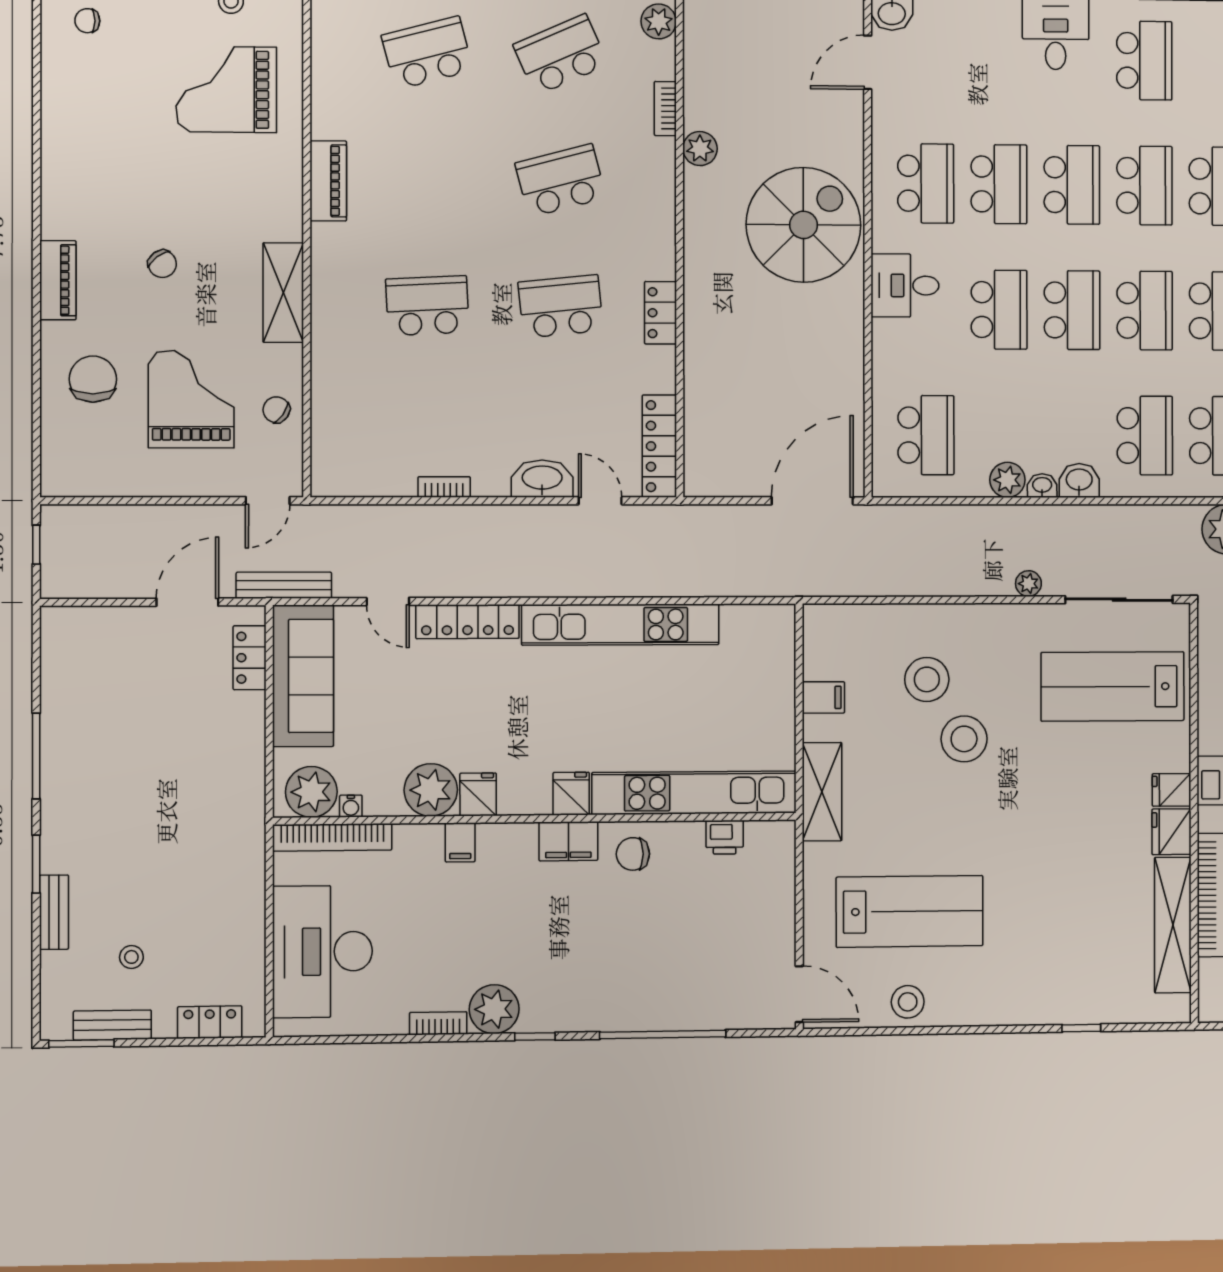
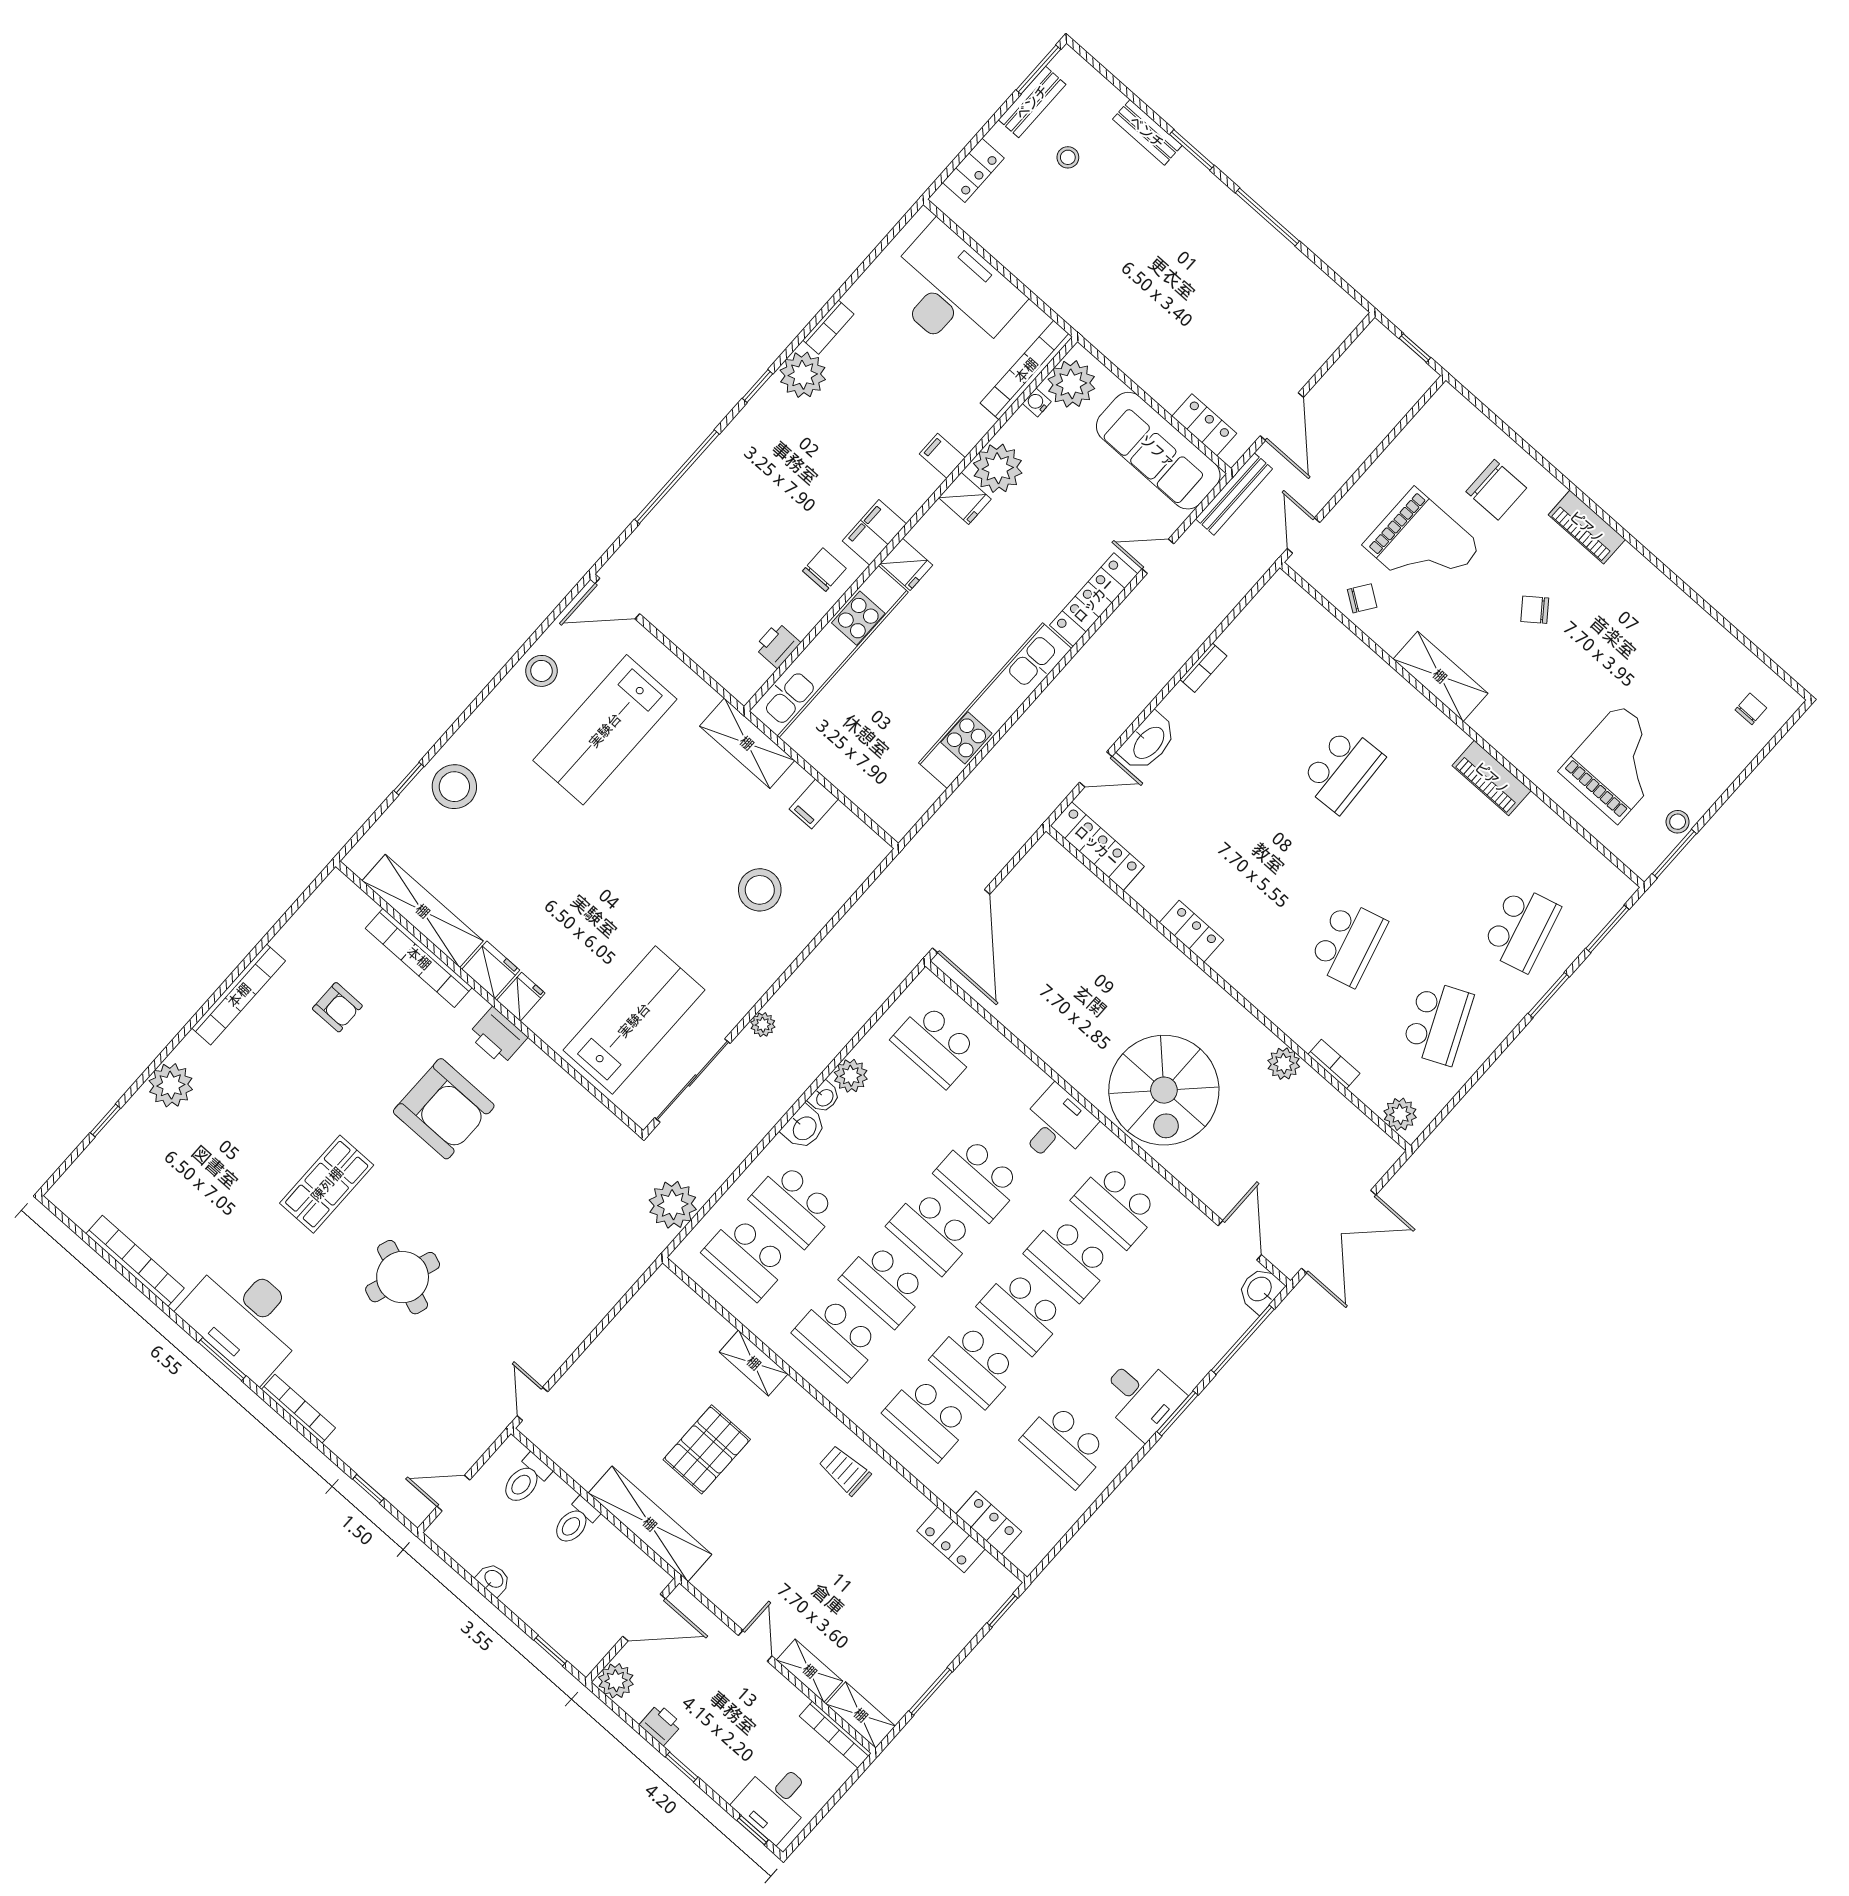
school desk: (561, 306) -> (1259, 864), removed
stool: (964, 739) -> (454, 787), moved

